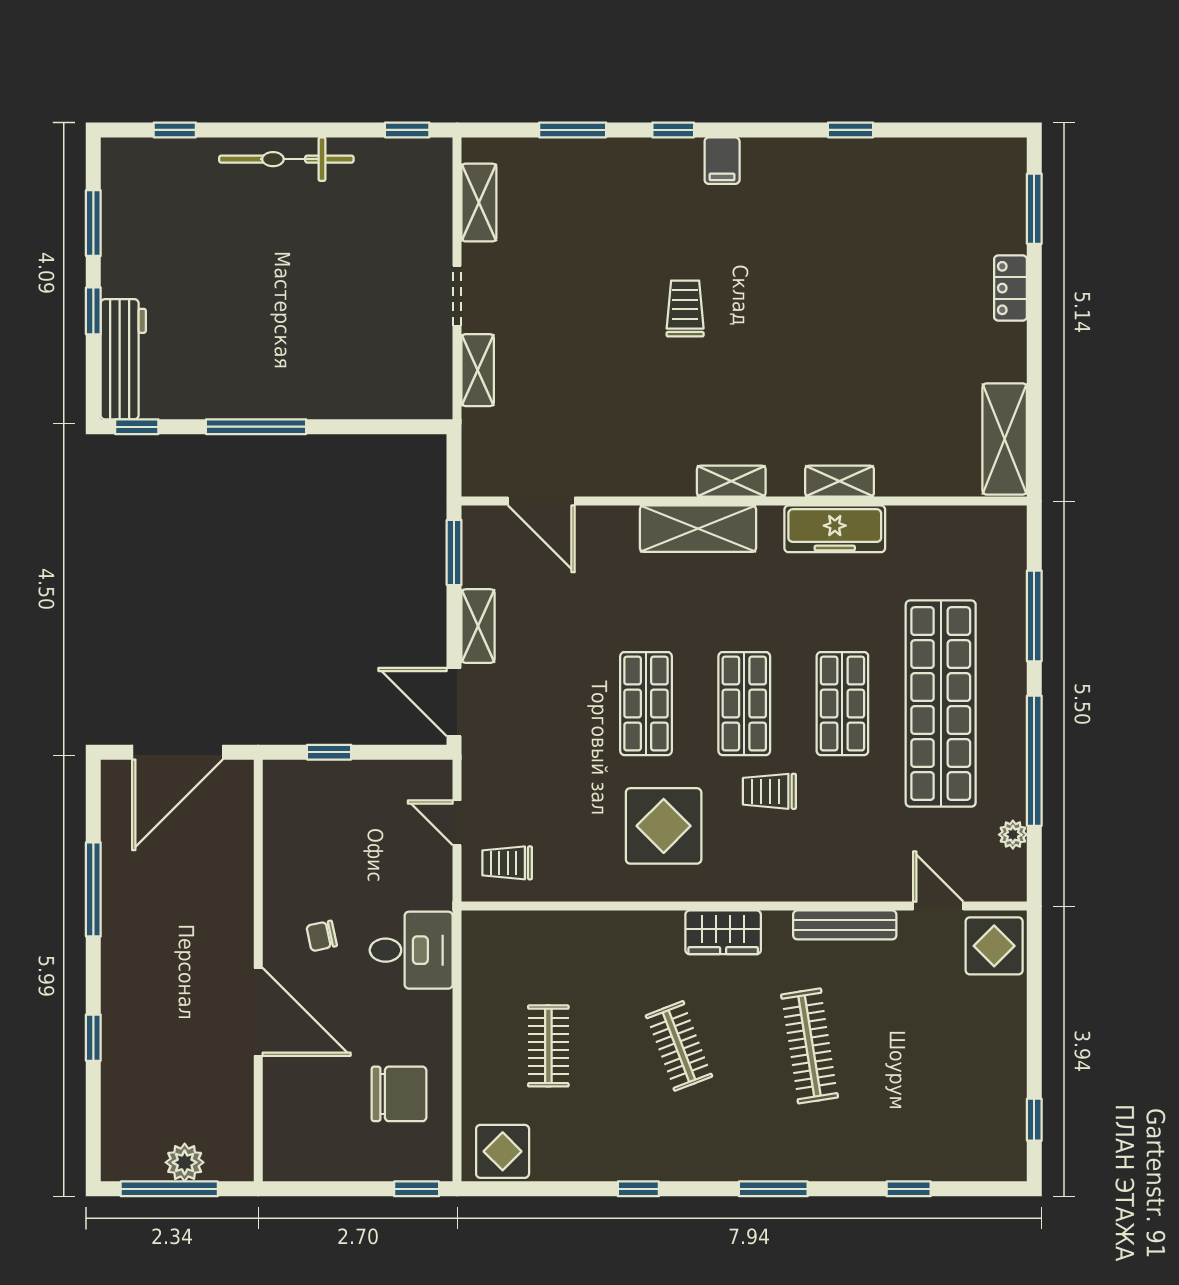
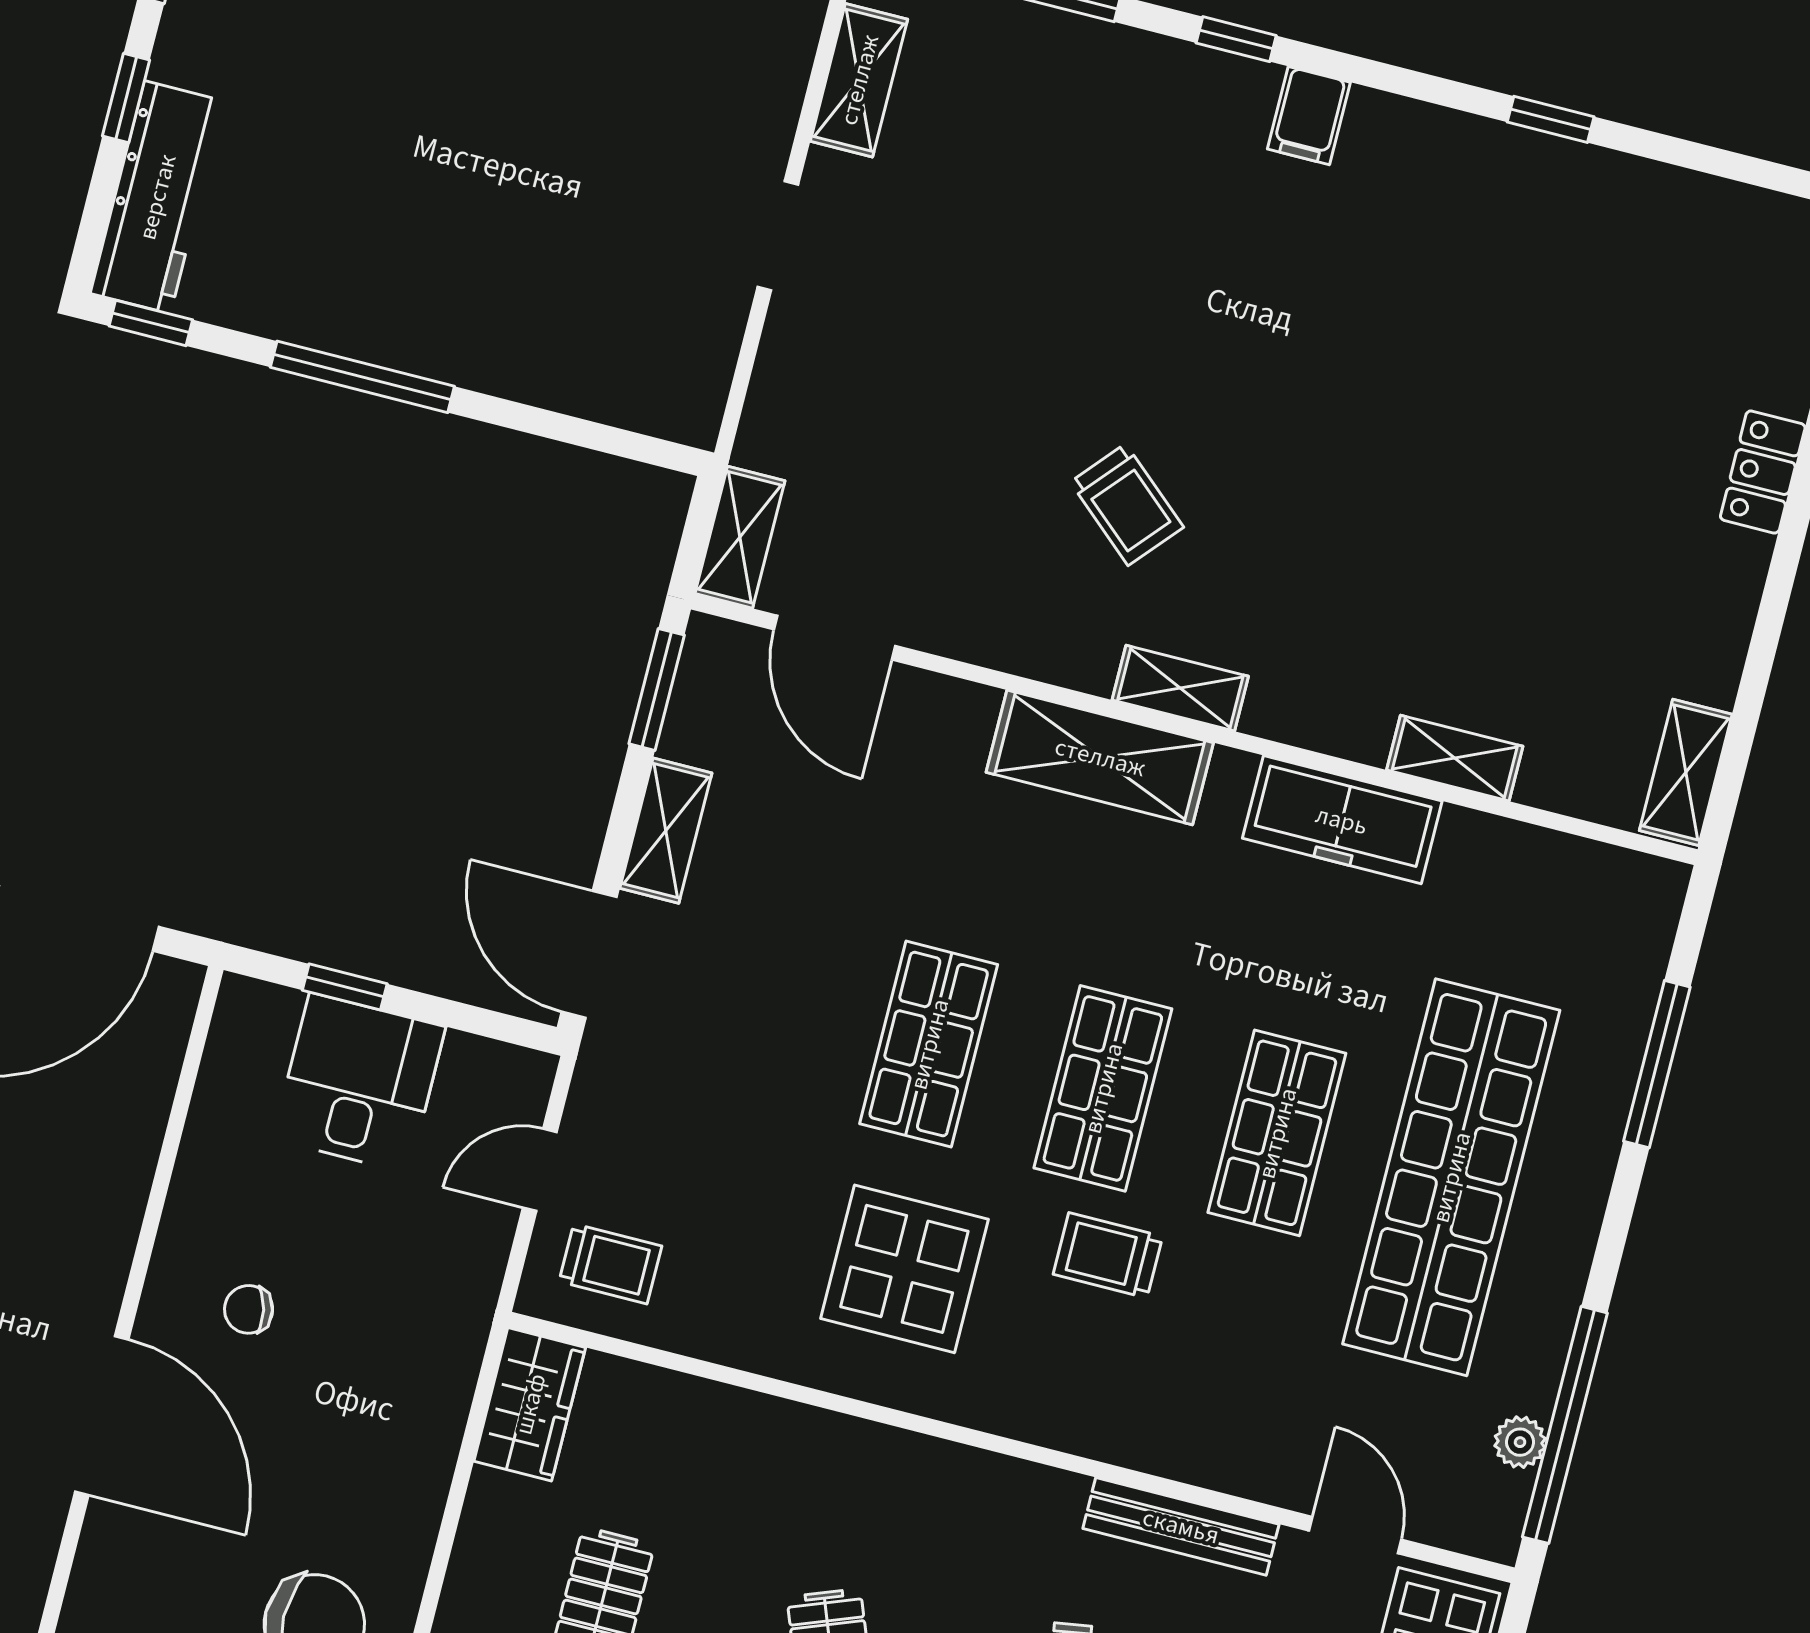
trolley: (685, 308) -> (1127, 505), moved, turned 131
shelving: (478, 370) -> (740, 537), moved
shelving: (1005, 439) -> (1686, 772), width x0.67, depth x0.75
shelving: (840, 481) -> (1455, 758), moved
window: (1034, 761) -> (1565, 1425), moved
door: (457, 823) -> (540, 1170), hinge flipped
trolley: (507, 863) -> (610, 1264), turned 180
wardrobe: (723, 932) -> (530, 1404), moved, turned -90
desk: (411, 950) -> (359, 1083), moved, turned -90

